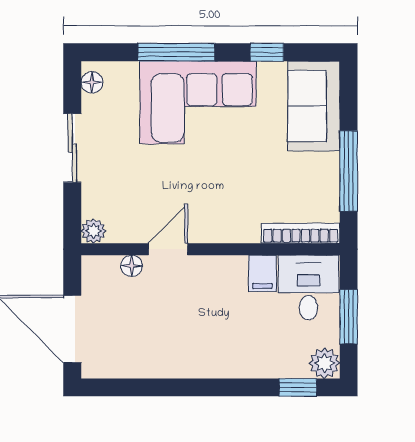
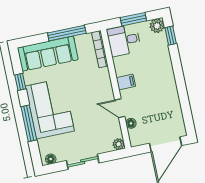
sofa: (314, 106) -> (48, 54), width x1.36
filing cabinet: (262, 273) -> (126, 82), moved

